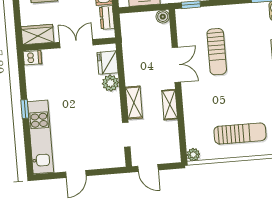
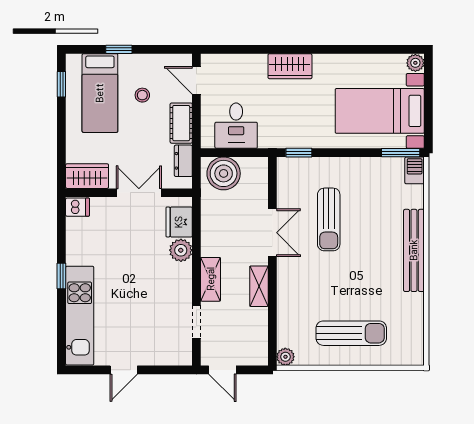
boiler: (163, 17) -> (224, 173), moved, width x1.86, depth x1.86

